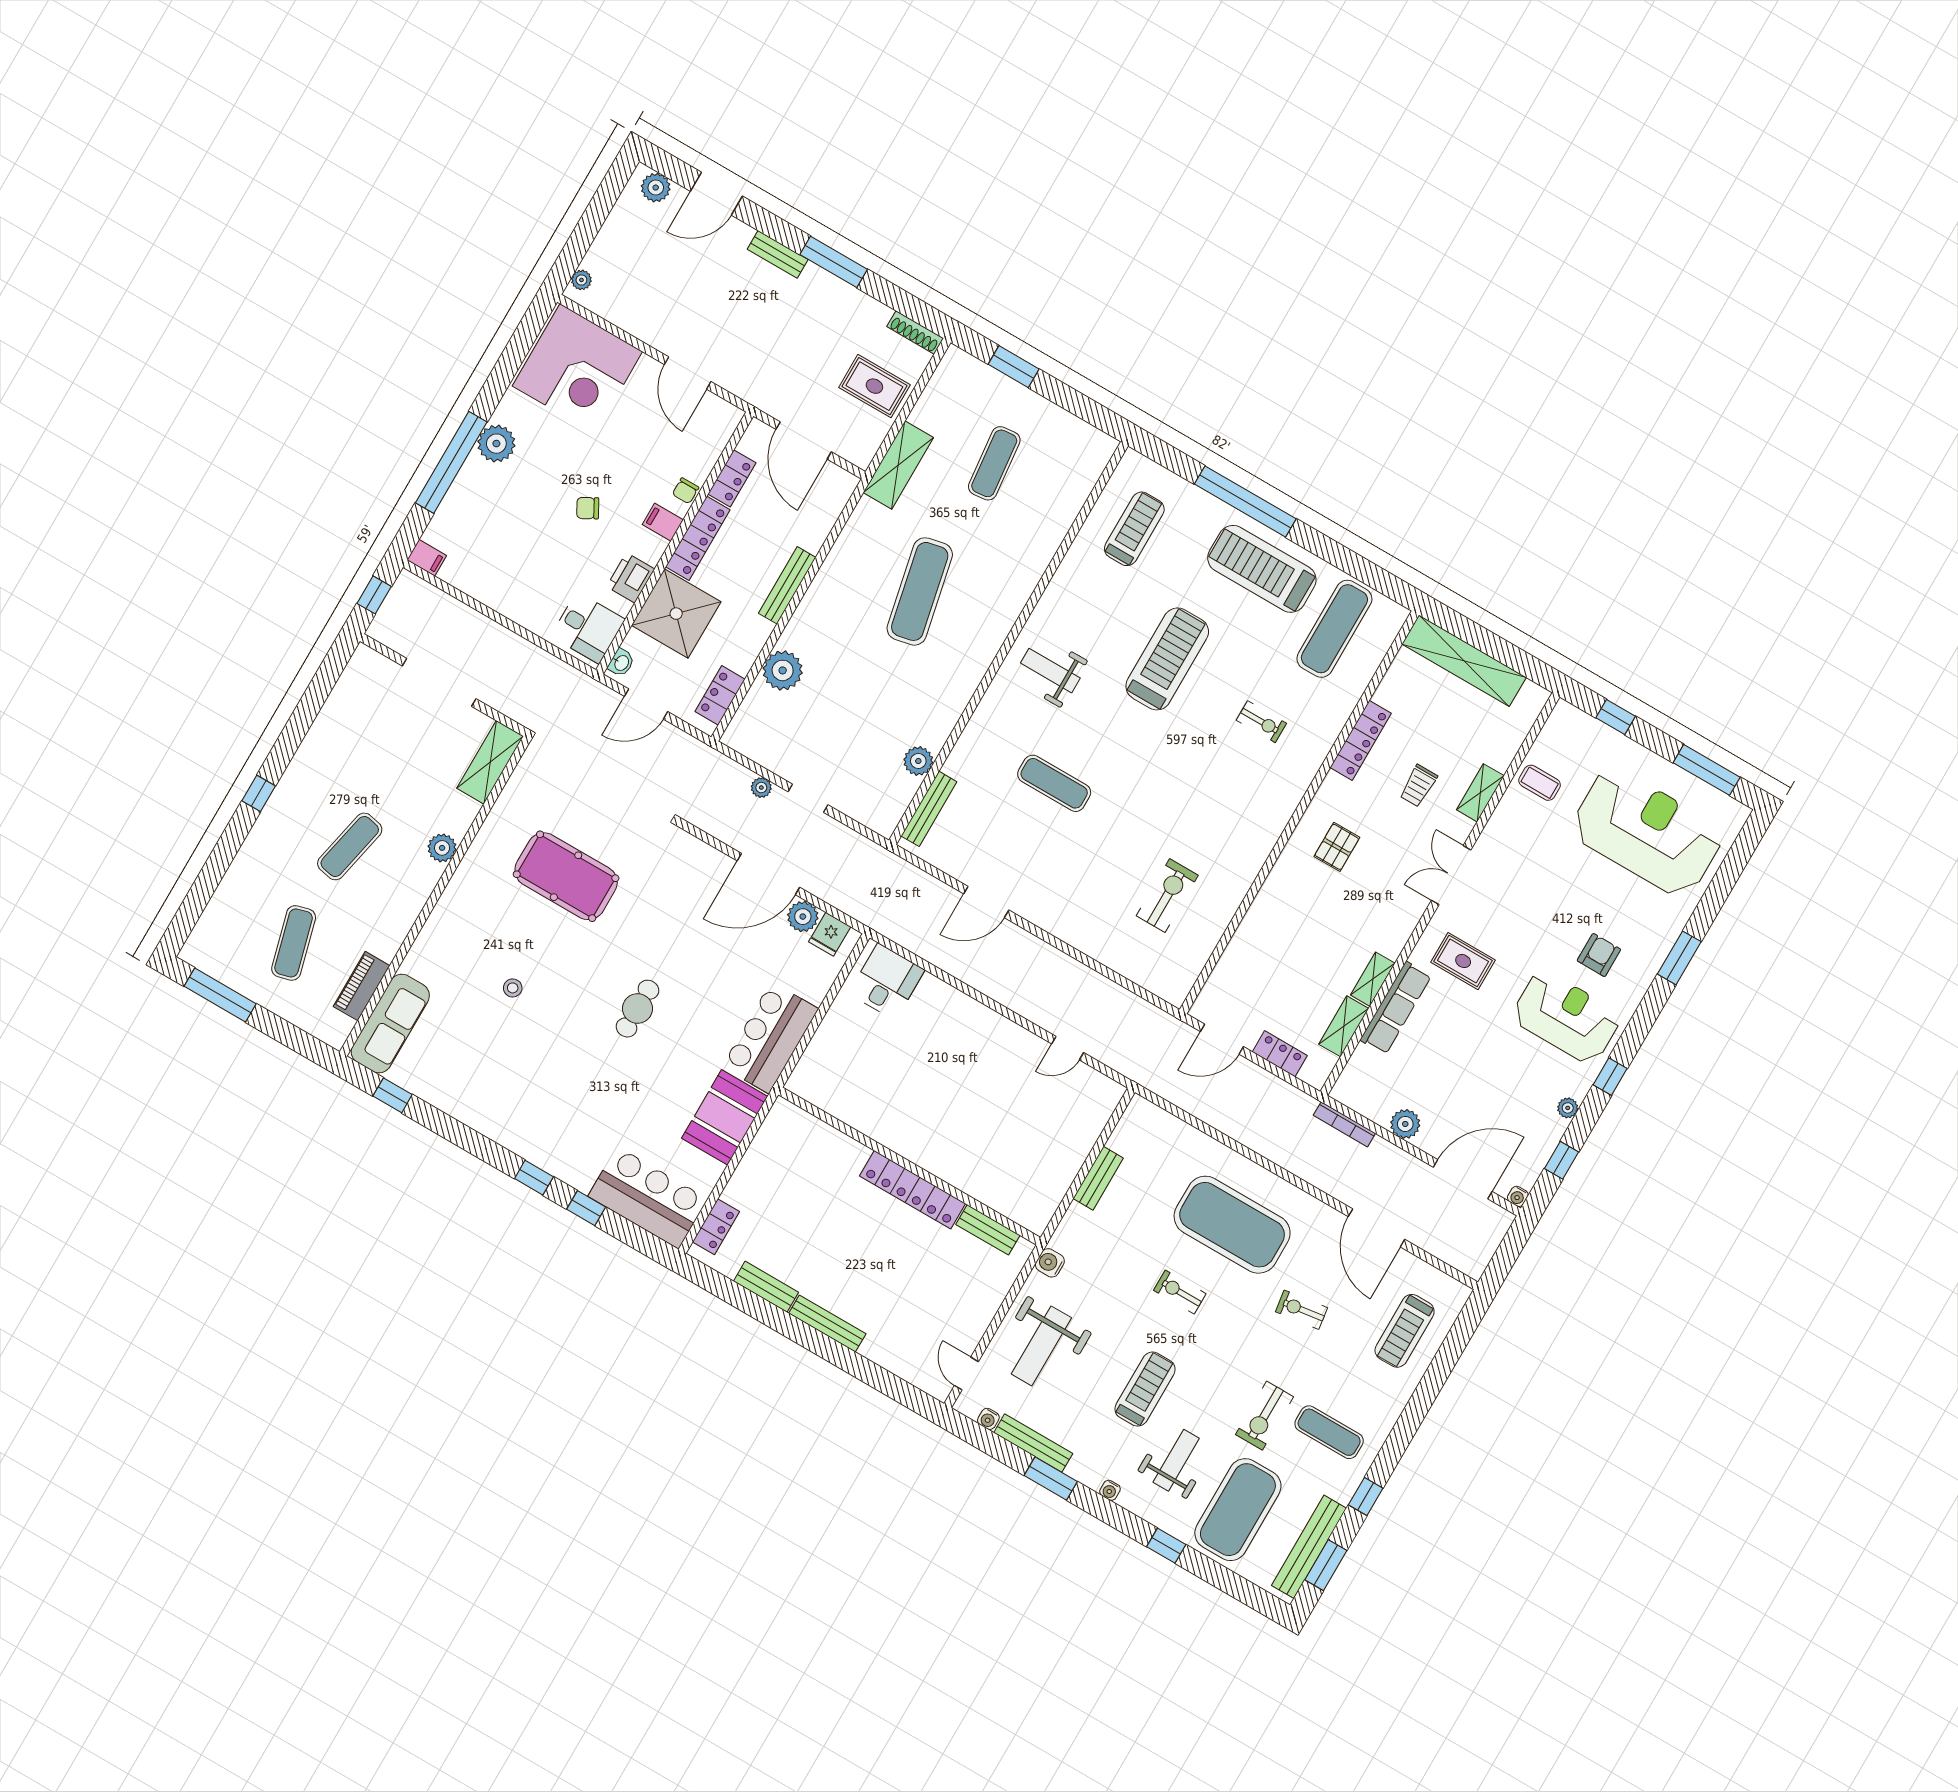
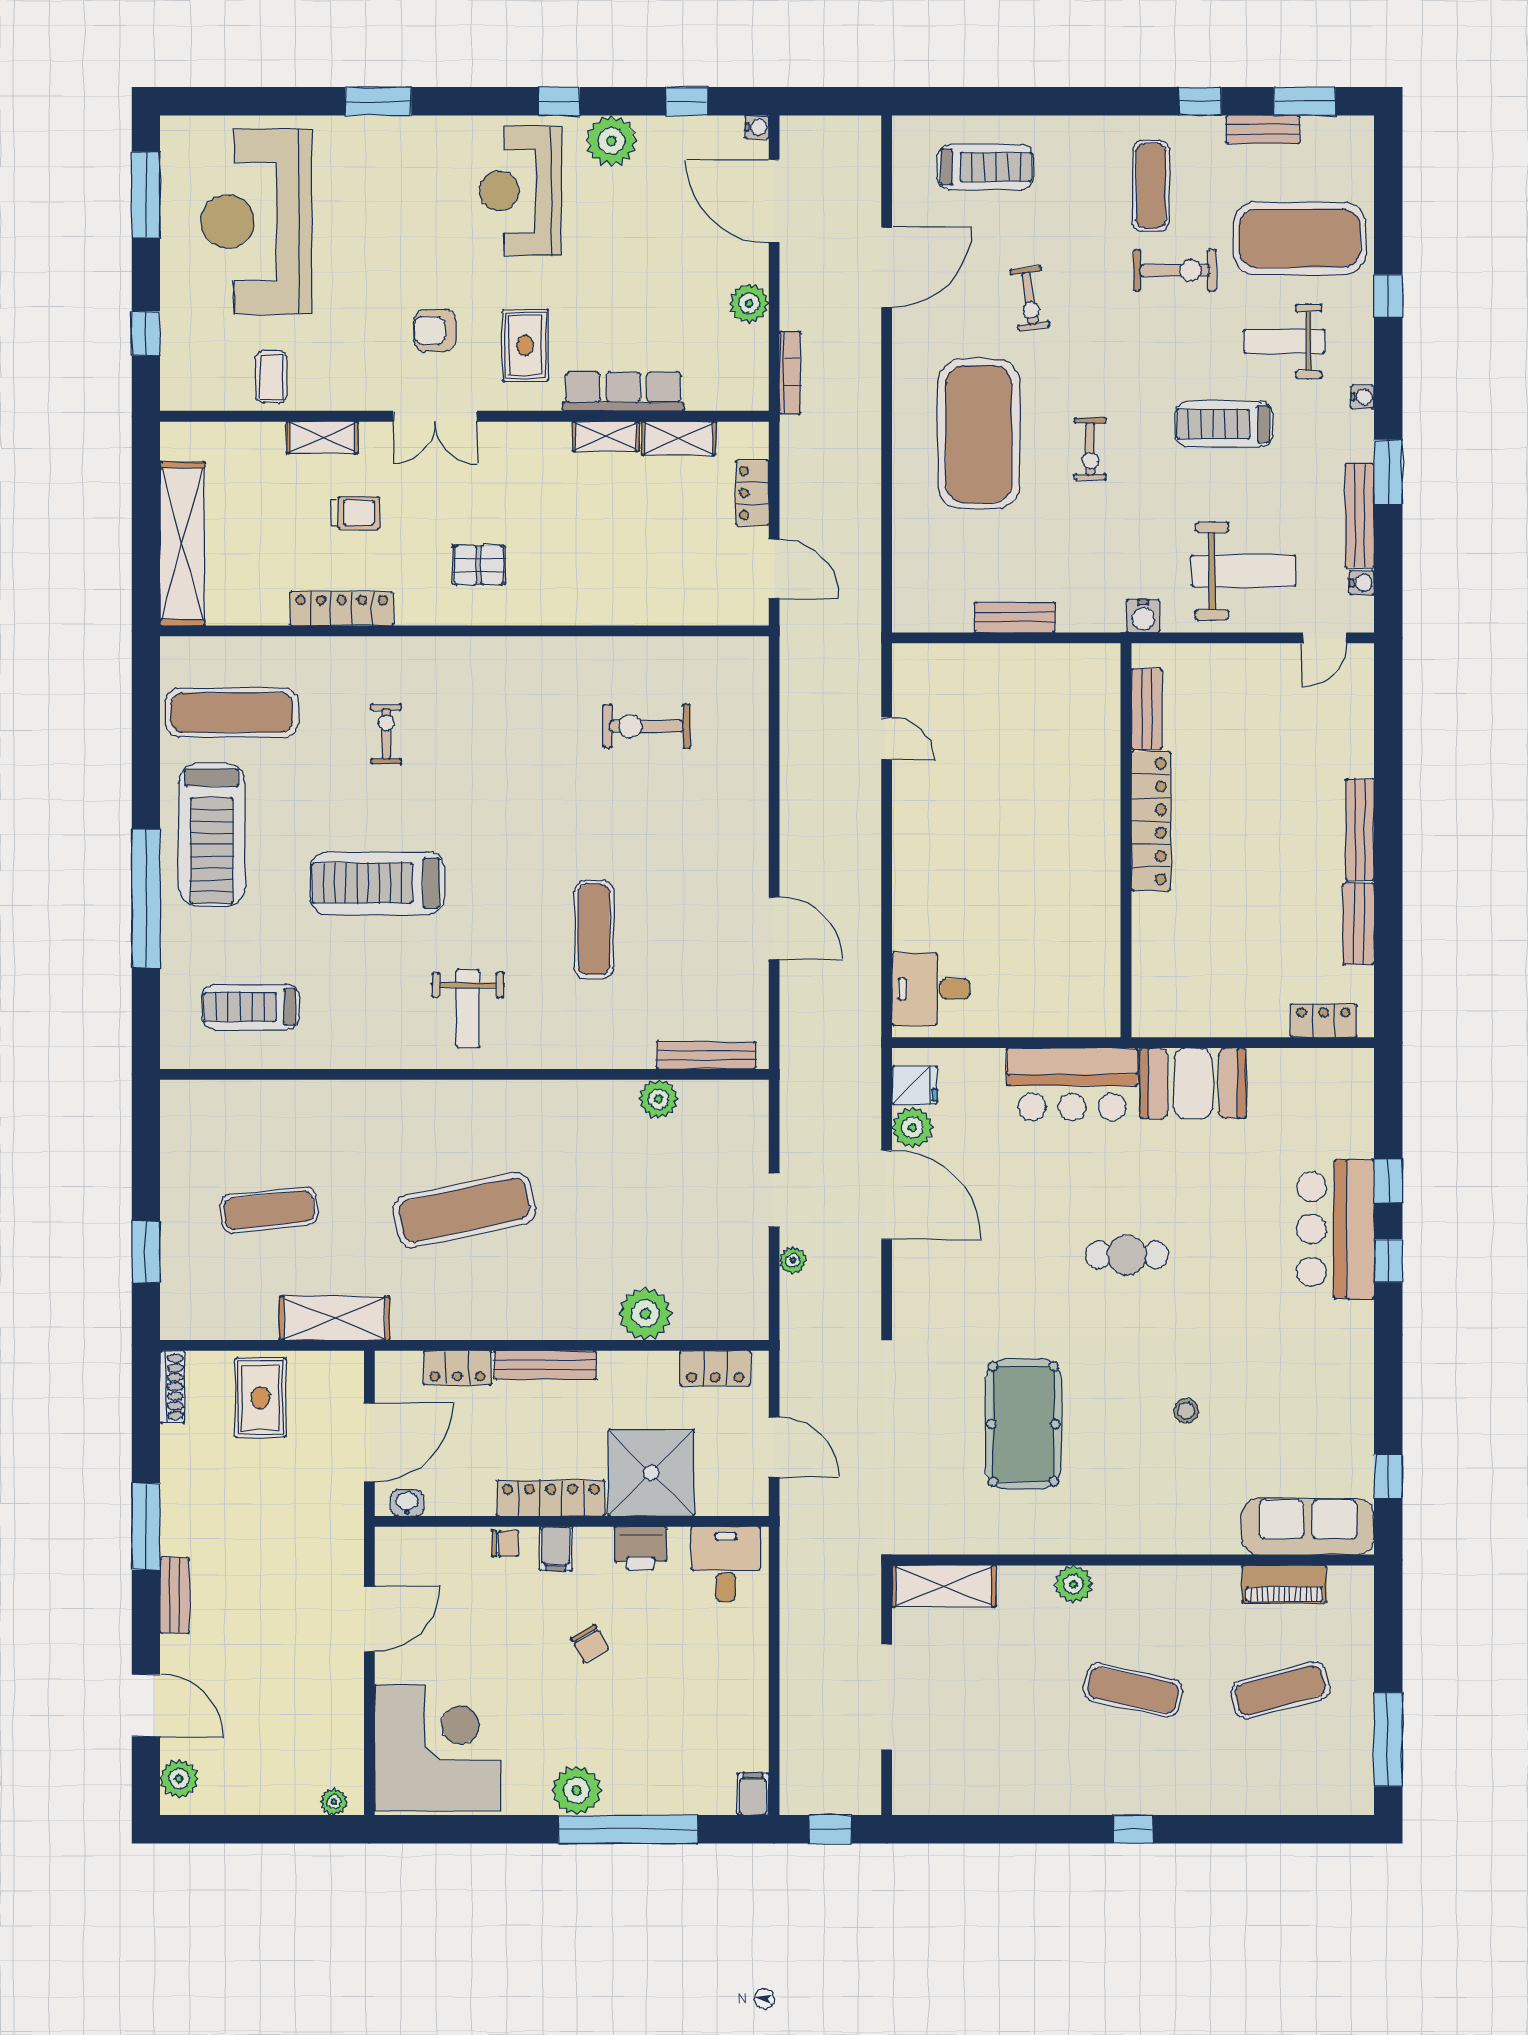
locker: (732, 478) -> (457, 1368), moved, turned 180
washbasin: (621, 663) -> (407, 1503), moved
armchair: (1599, 955) -> (435, 331), moved
plant: (1568, 1108) -> (611, 141), width x1.88, depth x1.88
bar counter: (648, 1198) -> (1335, 1229), moved
bench: (1309, 1547) -> (1263, 130), width x0.54, depth x0.82

